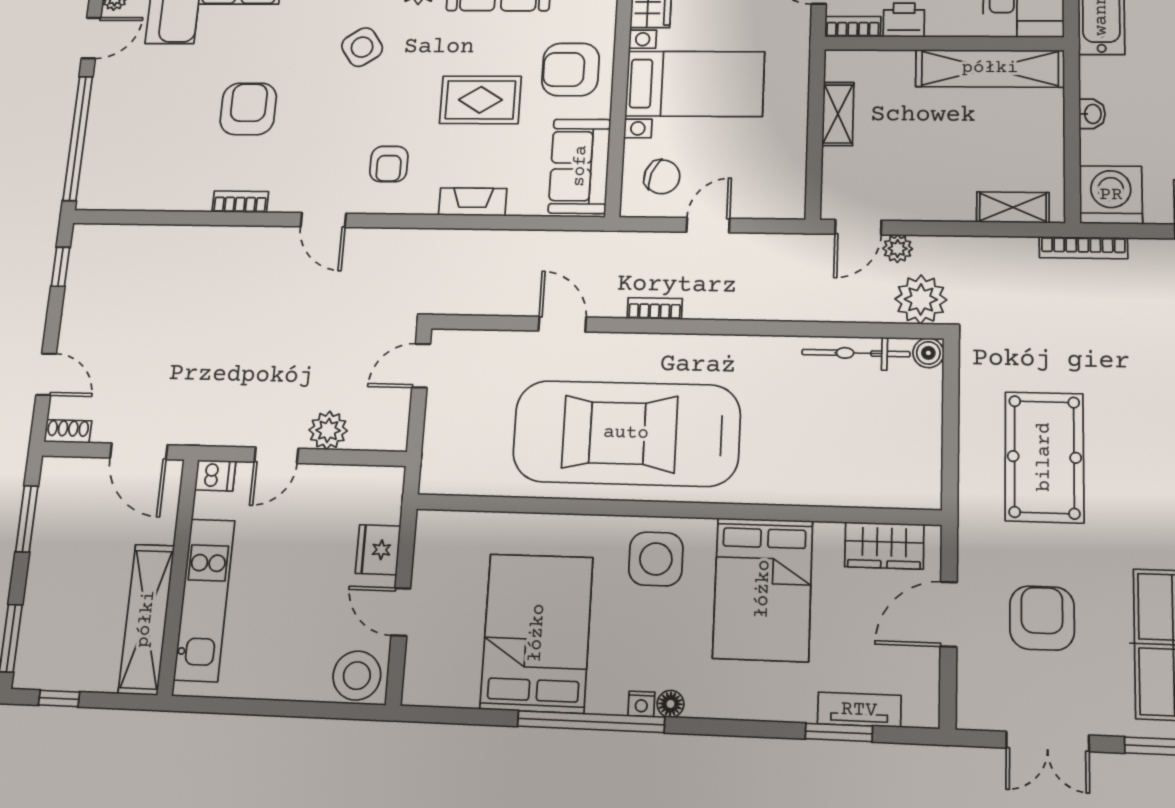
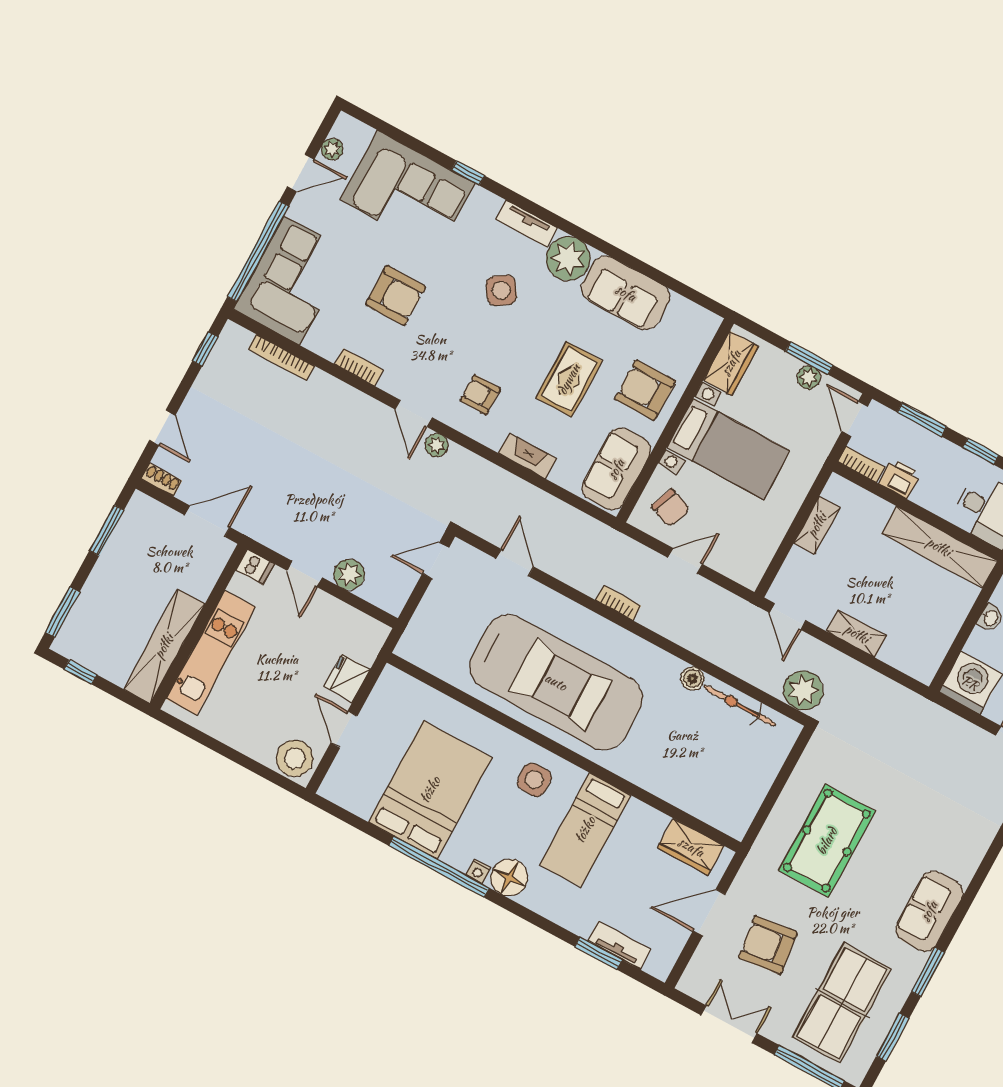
rug: (480, 100) -> (569, 379), turned 90
armchair: (248, 109) -> (396, 296), turned 90
corner sofa: (127, 149) -> (292, 280), added
armchair: (389, 164) -> (480, 395), turned 90
shelving: (1013, 207) -> (857, 634), moved
door: (858, 227) -> (788, 617), hinge flipped
bookcase: (1083, 248) -> (281, 357), moved
plant: (898, 249) -> (436, 445), moved
door: (562, 324) -> (515, 563), moved
boiler: (928, 353) -> (692, 678), moved
car: (626, 433) -> (556, 682), turned 180
door: (139, 451) -> (207, 521), swing flipped
door: (276, 455) -> (305, 574), hinge flipped
side table: (656, 559) -> (534, 780), width x0.73, depth x0.73
bed: (763, 589) -> (585, 830), width x0.67
armchair: (1042, 618) -> (768, 945), turned -97
floor lamp: (670, 704) -> (509, 878), width x1.89, depth x1.89
double door: (1048, 742) -> (729, 1024), swing flipped

